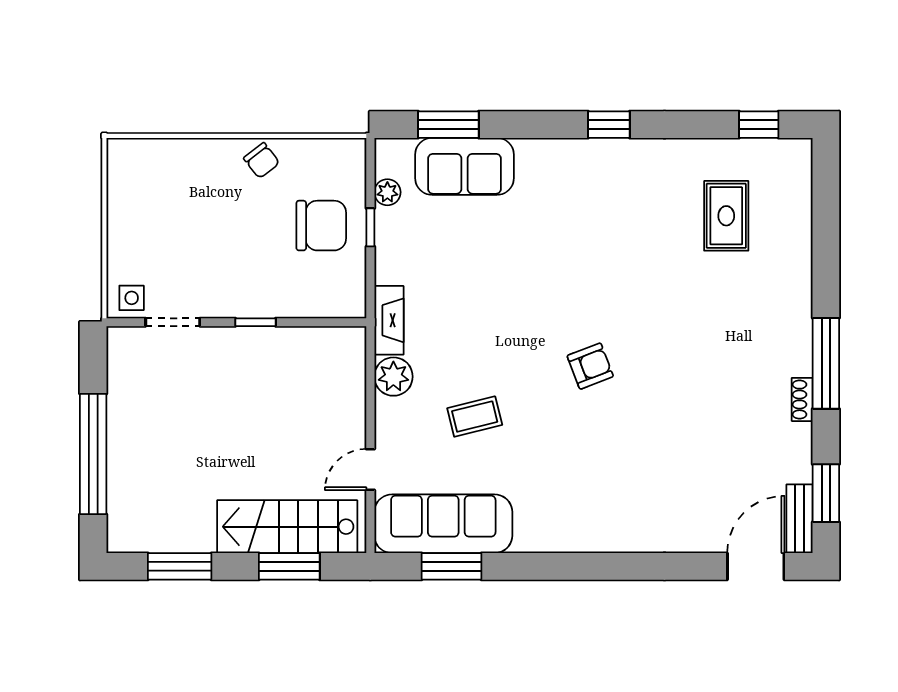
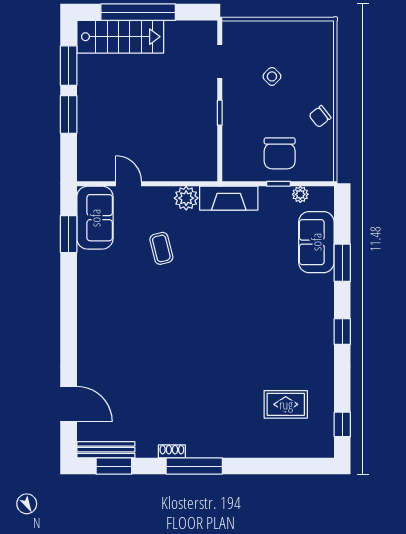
window: (448, 125) -> (342, 263), moved
side table: (132, 298) -> (272, 76), moved, turned 45
fireplace: (389, 320) -> (229, 198), width x1.37, depth x1.32
armchair: (590, 366) -> (193, 320), removed
bench: (800, 519) -> (106, 450), width x1.36
sofa: (443, 524) -> (95, 218), width x0.73
stairs: (287, 527) -> (120, 37), moved, turned 90
window: (289, 566) -> (69, 114), moved
door: (756, 566) -> (69, 404), moved

